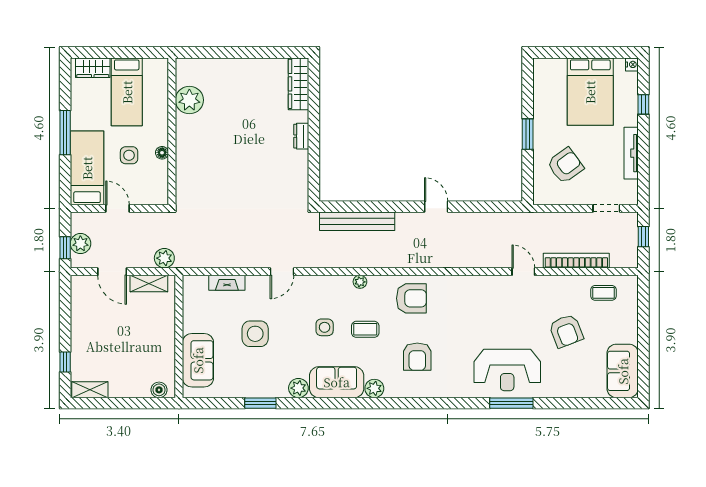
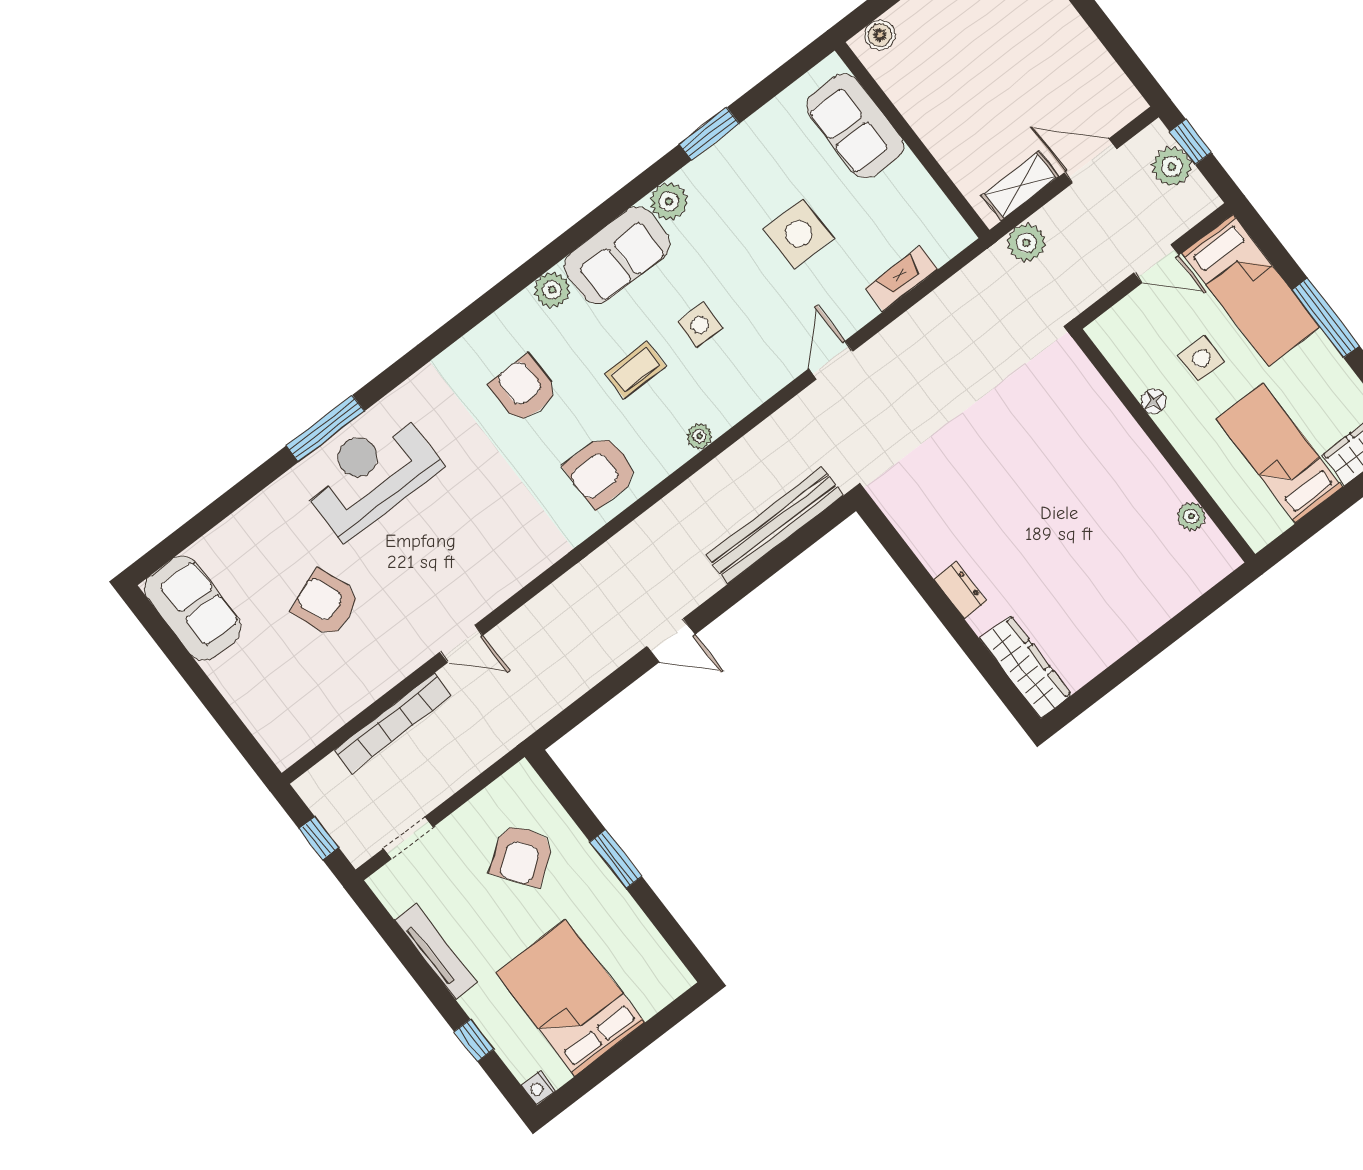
plant: (189, 100) -> (1191, 516), width x0.53, depth x0.53
coffee table: (603, 293) -> (314, 705), removed

